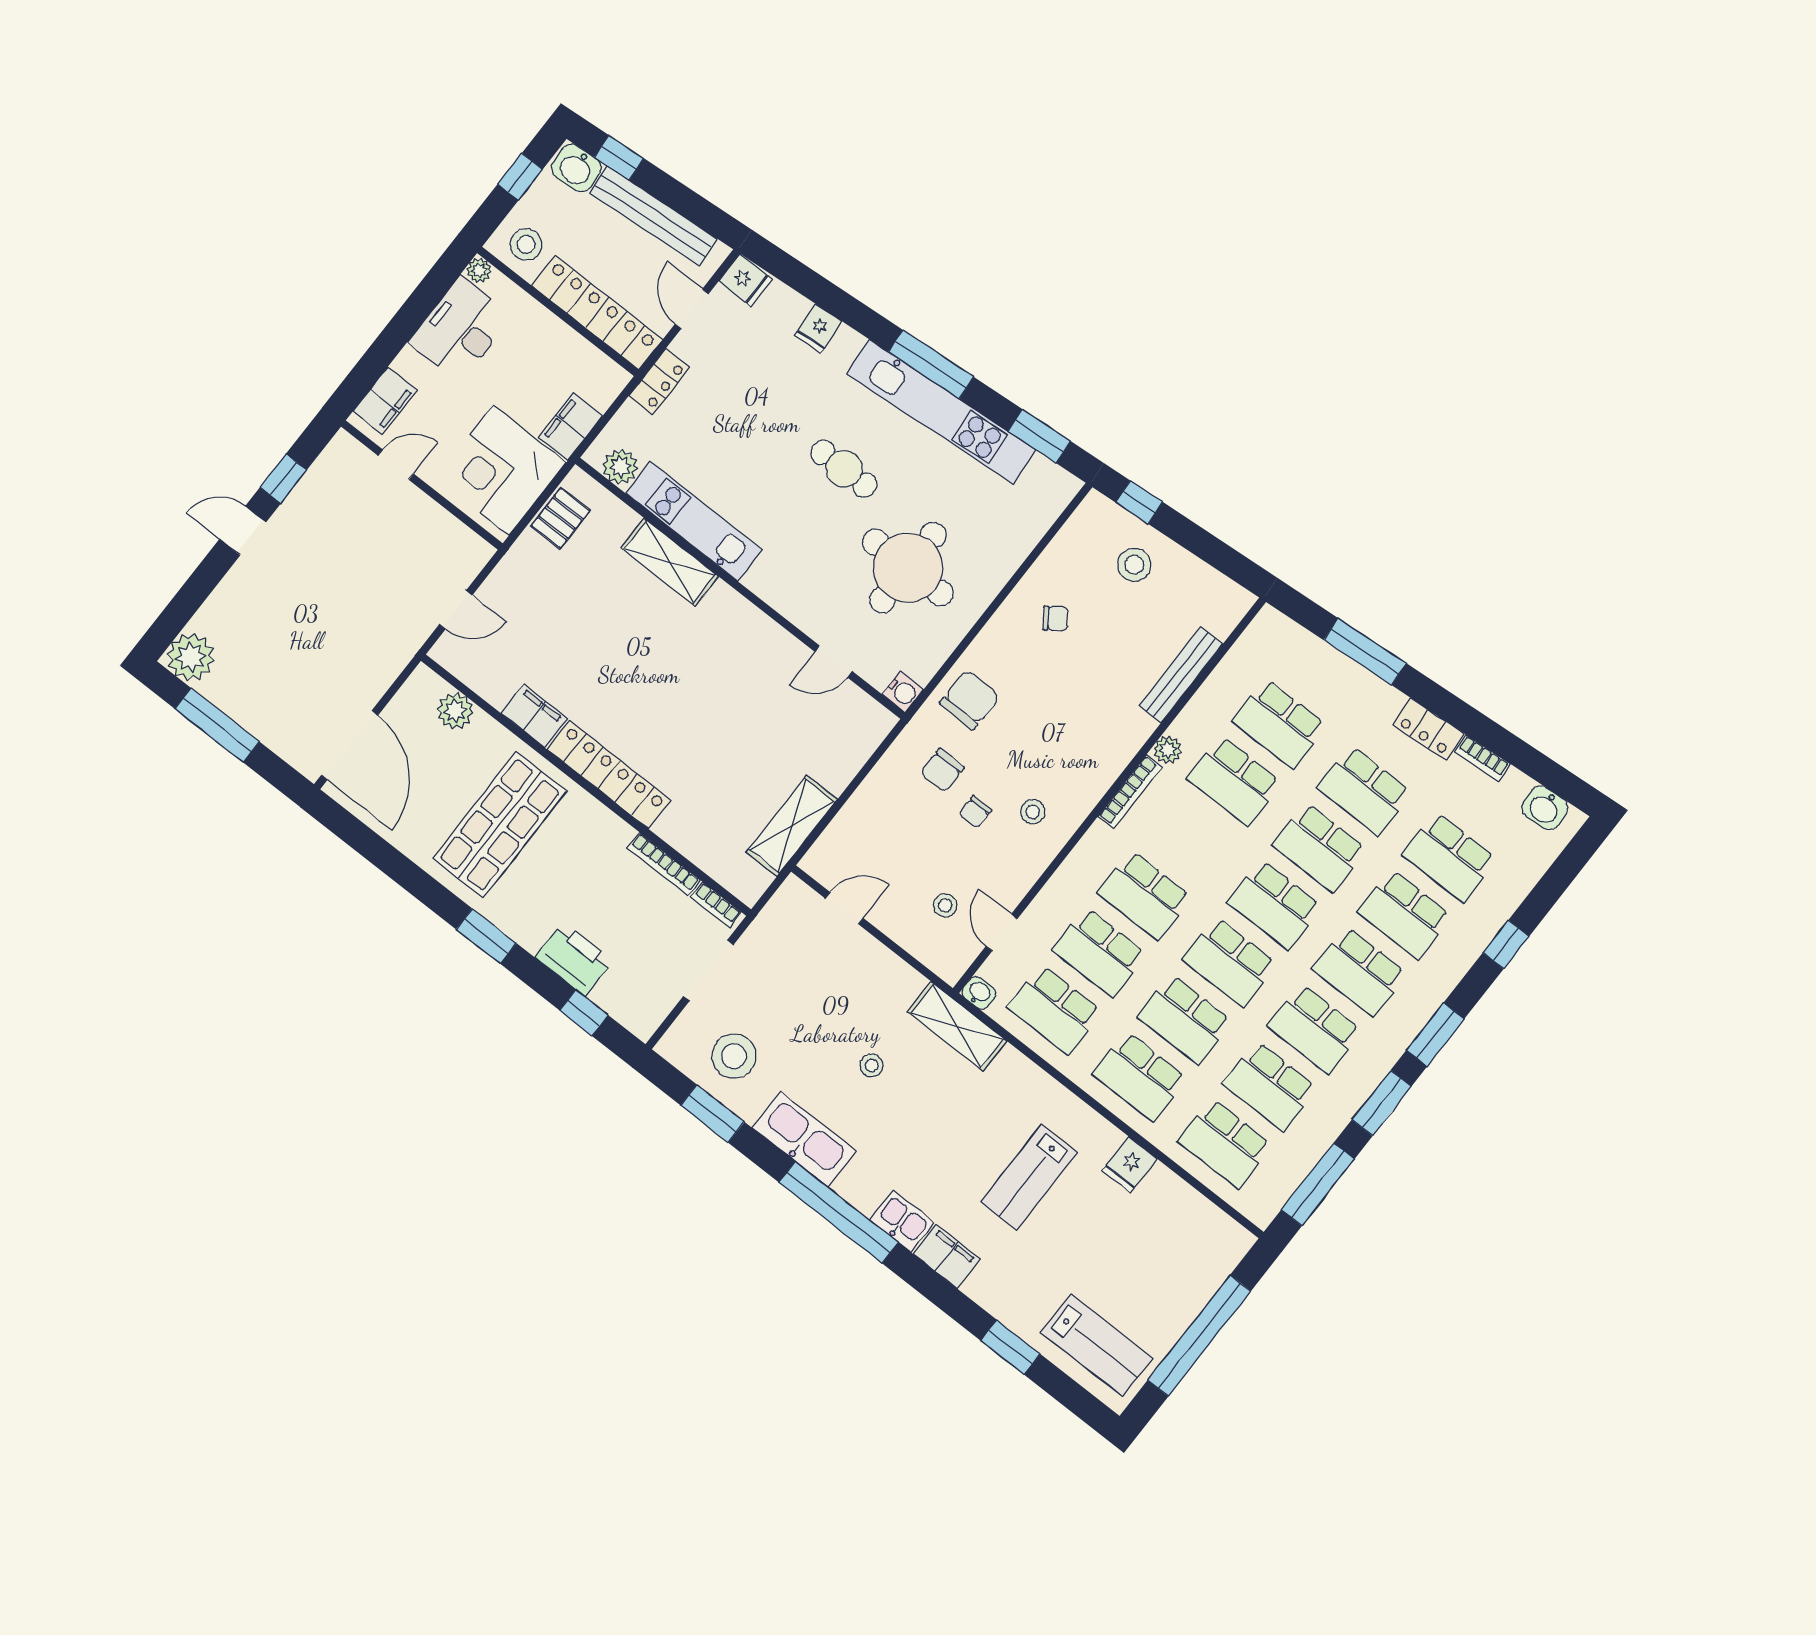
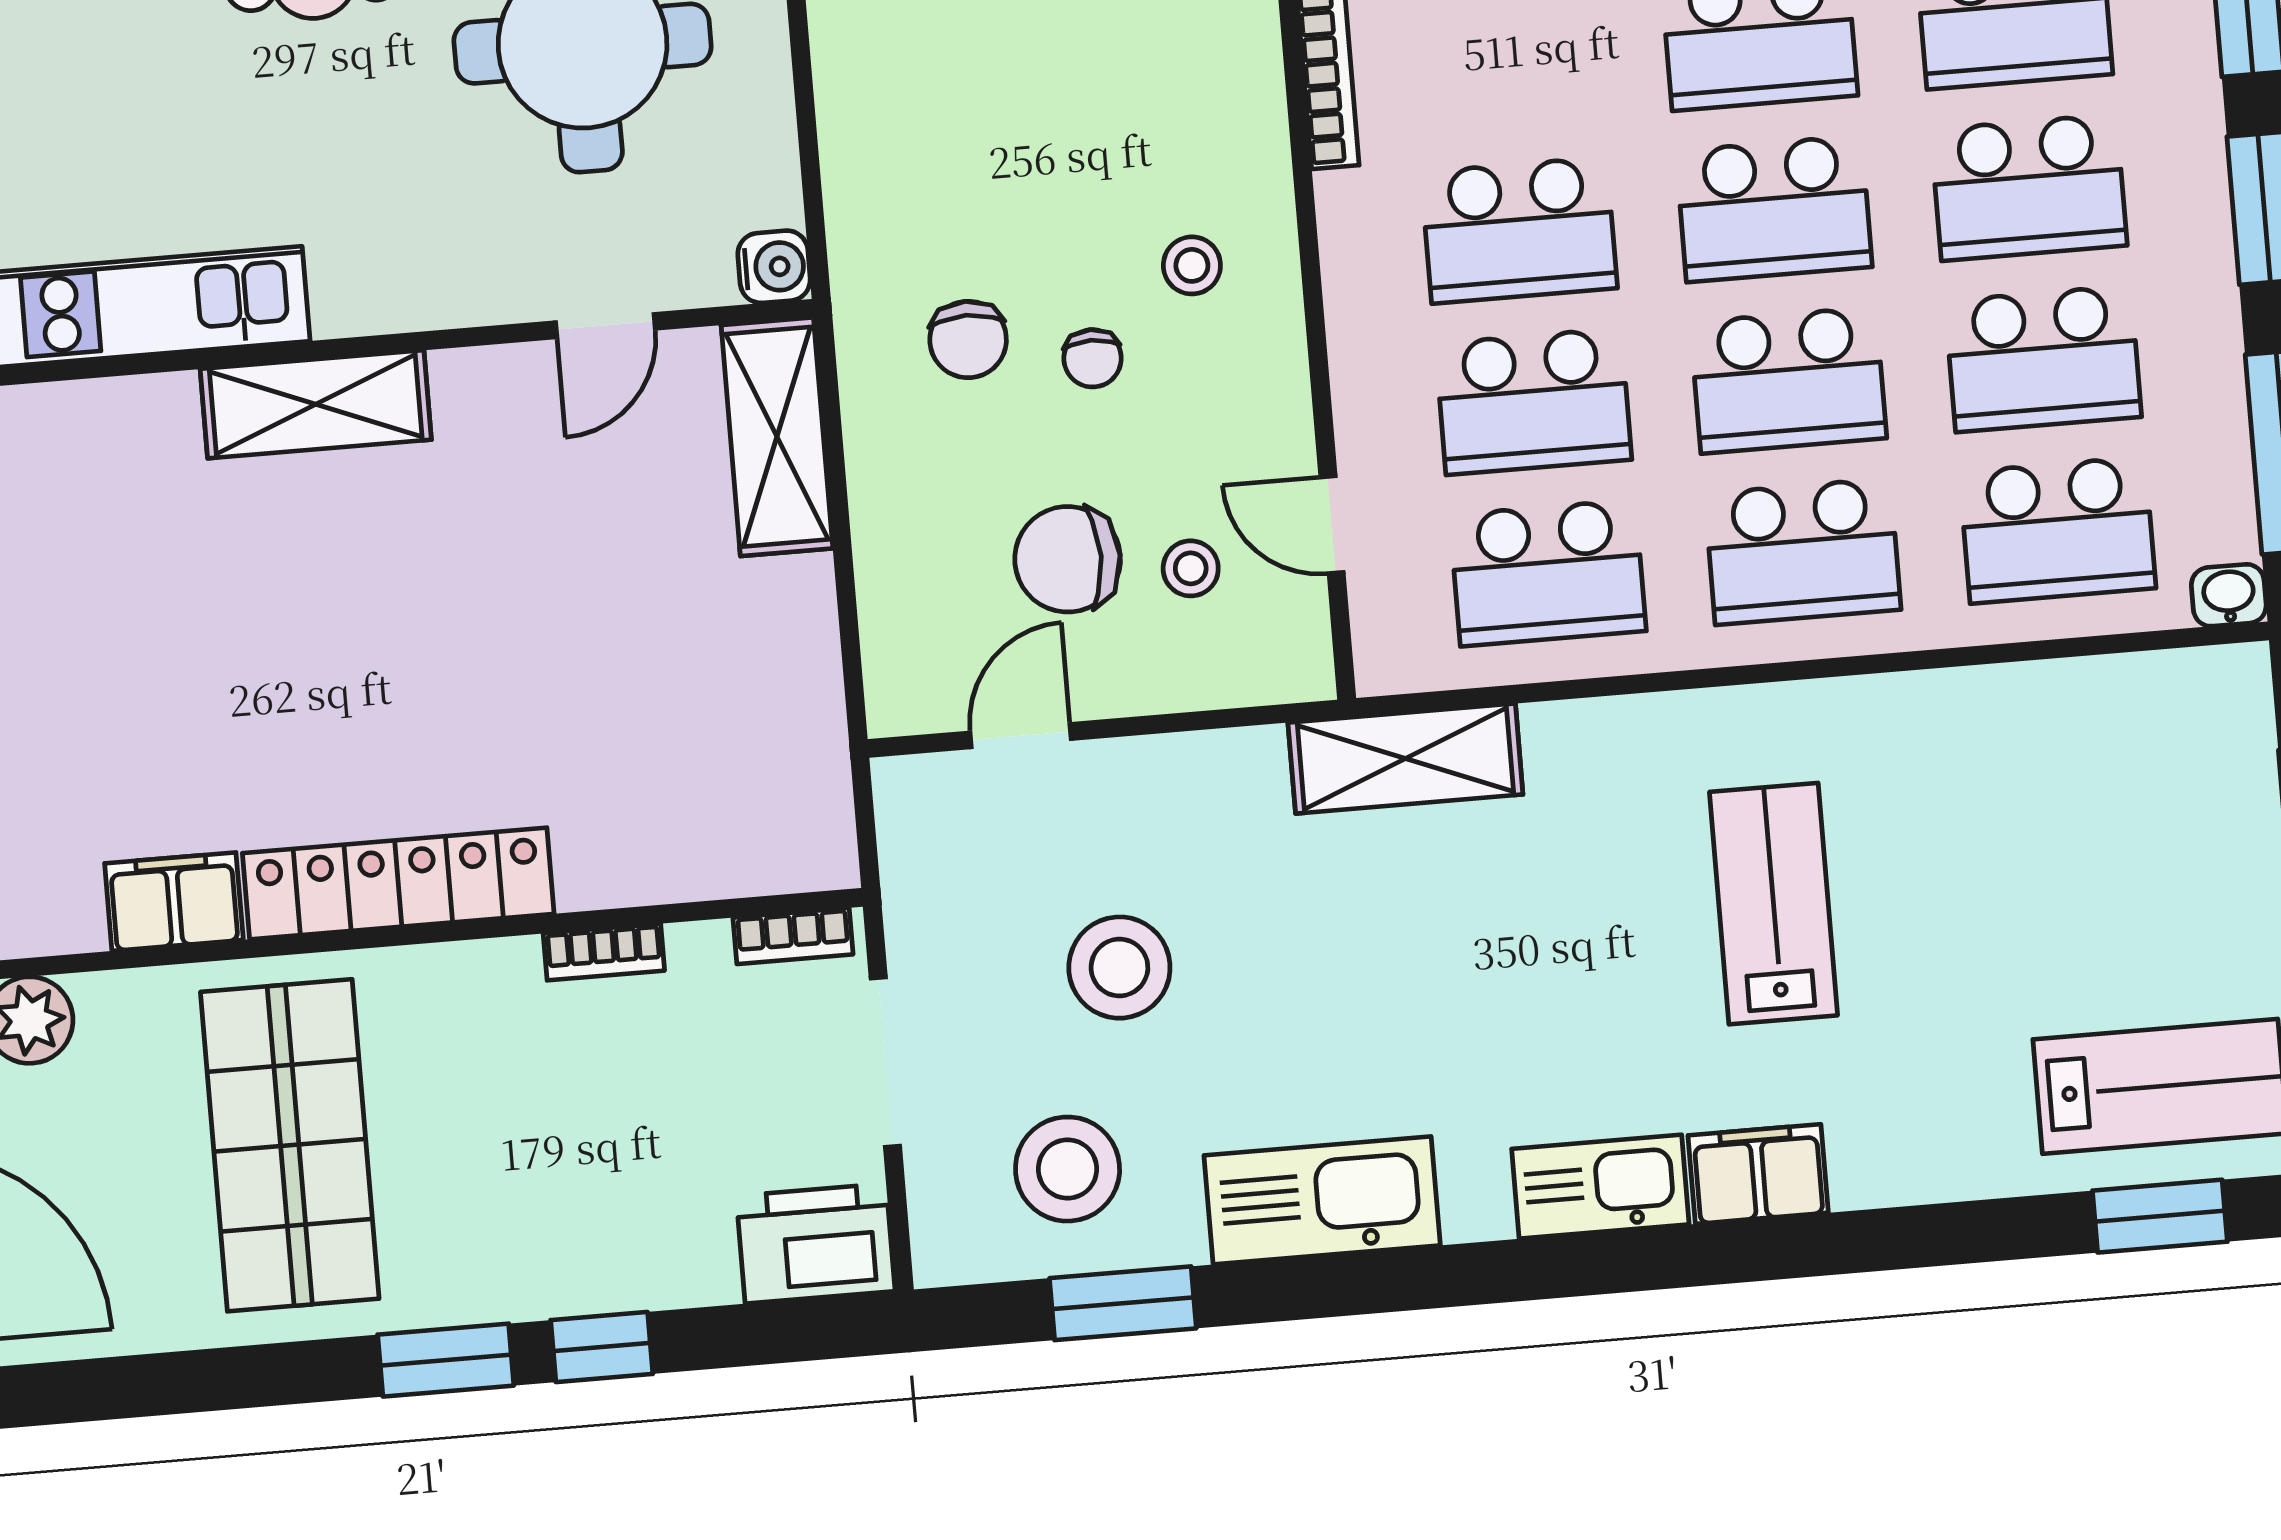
shelving: (670, 562) -> (316, 404), moved
chair: (970, 700) -> (1068, 559), moved, turned -91
shelving: (792, 826) -> (777, 437), moved
bookcase: (664, 864) -> (604, 952), width x0.64
printer: (574, 959) -> (816, 1243), moved
washbasin: (979, 993) -> (2229, 595), moved
window: (584, 1013) -> (602, 1347), moved
stool: (872, 1065) -> (1119, 968), moved, width x1.89, depth x1.89
fridge: (1130, 1165) -> (1927, 721), removed
lab bench: (1029, 1177) -> (1774, 904), turned 180
window: (839, 1212) -> (1500, 1272), removed
kitchen sink: (902, 1221) -> (1600, 1187), width x1.38
window: (1010, 1347) -> (2160, 1216), moved

